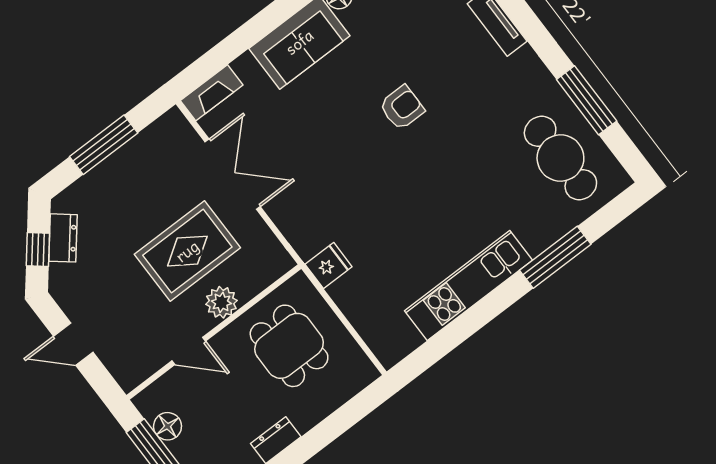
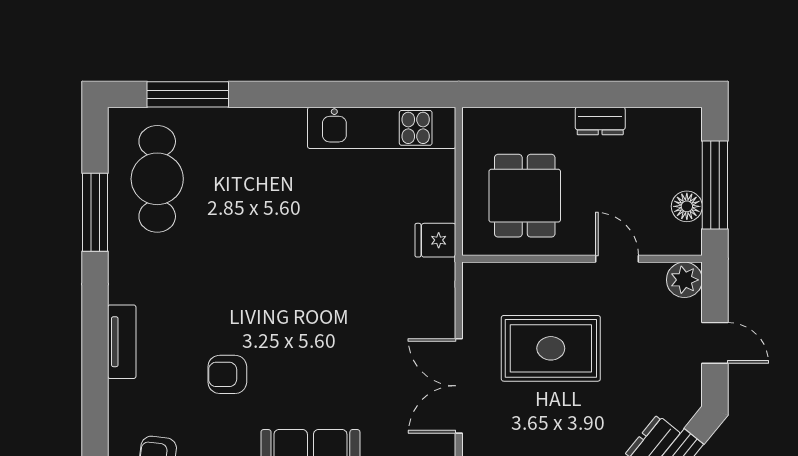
armchair: (402, 108) -> (227, 374), moved
window: (555, 257) -> (188, 94), moved
kitchen unit: (469, 286) -> (382, 128), moved
plant: (221, 302) -> (684, 280), moved

